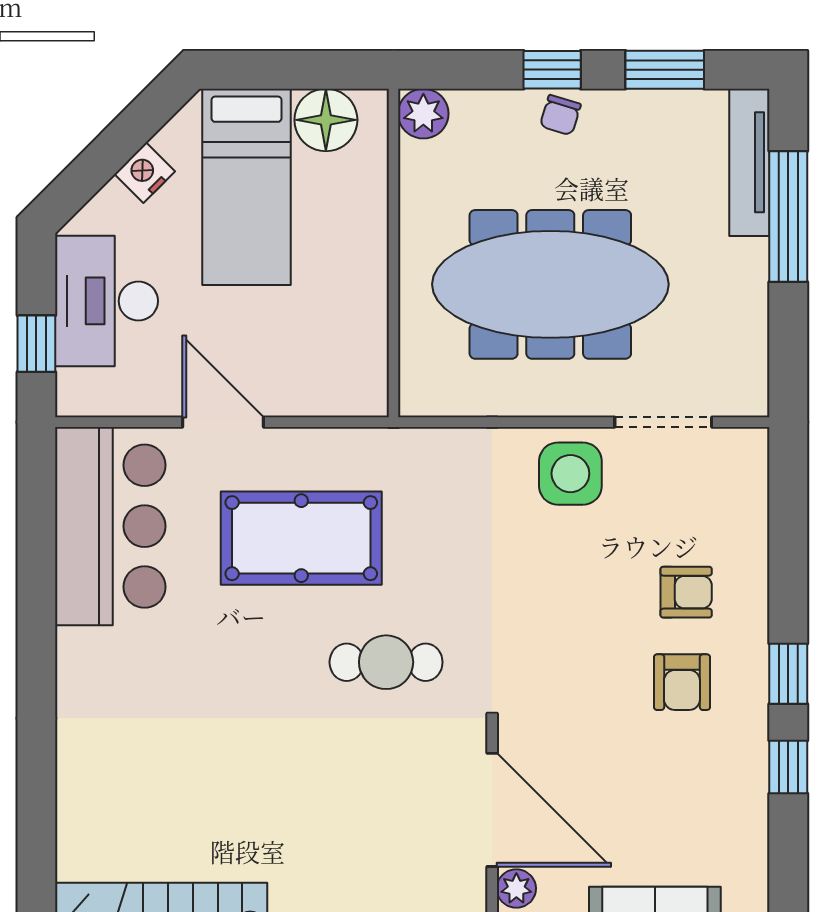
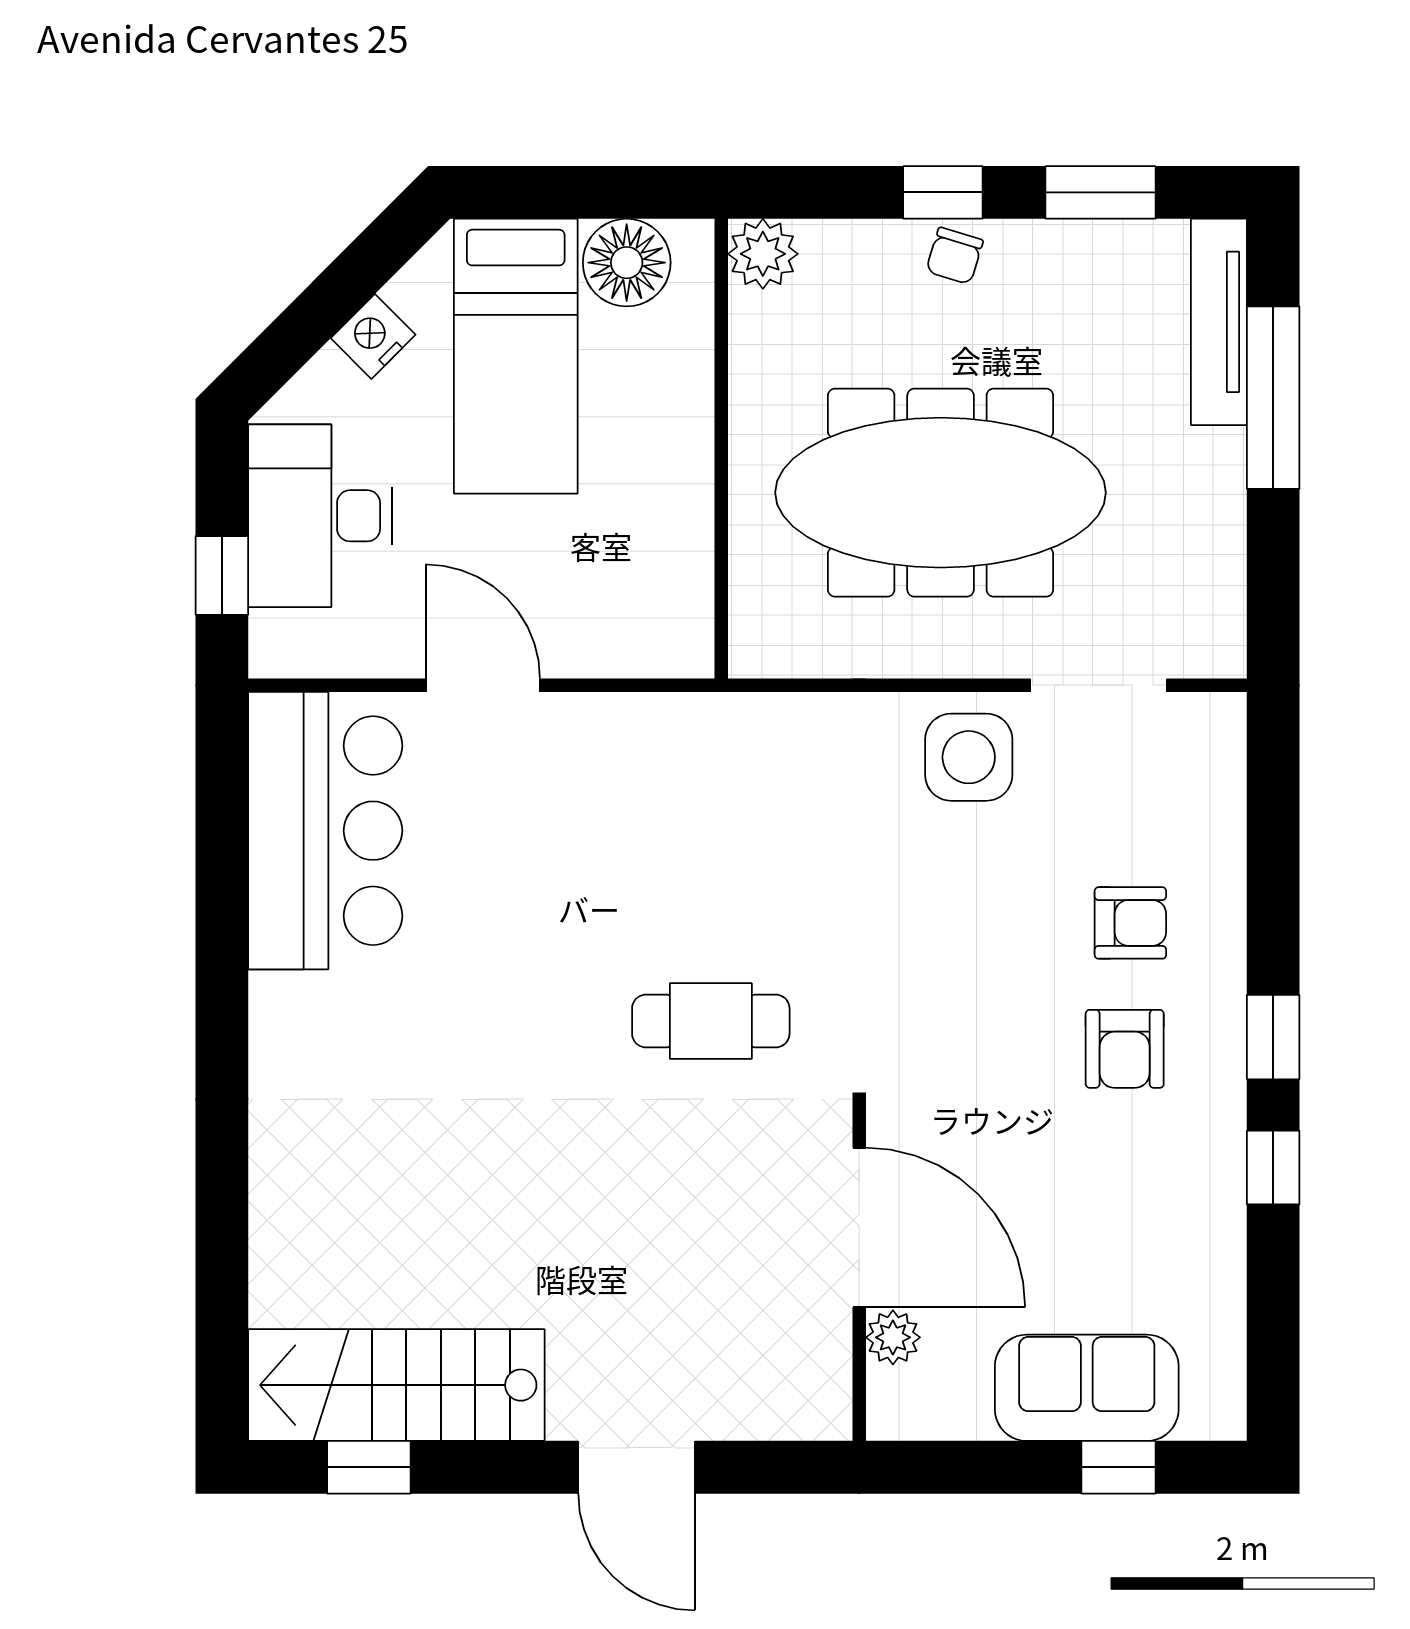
pool table: (301, 538) -> (592, 847), removed

